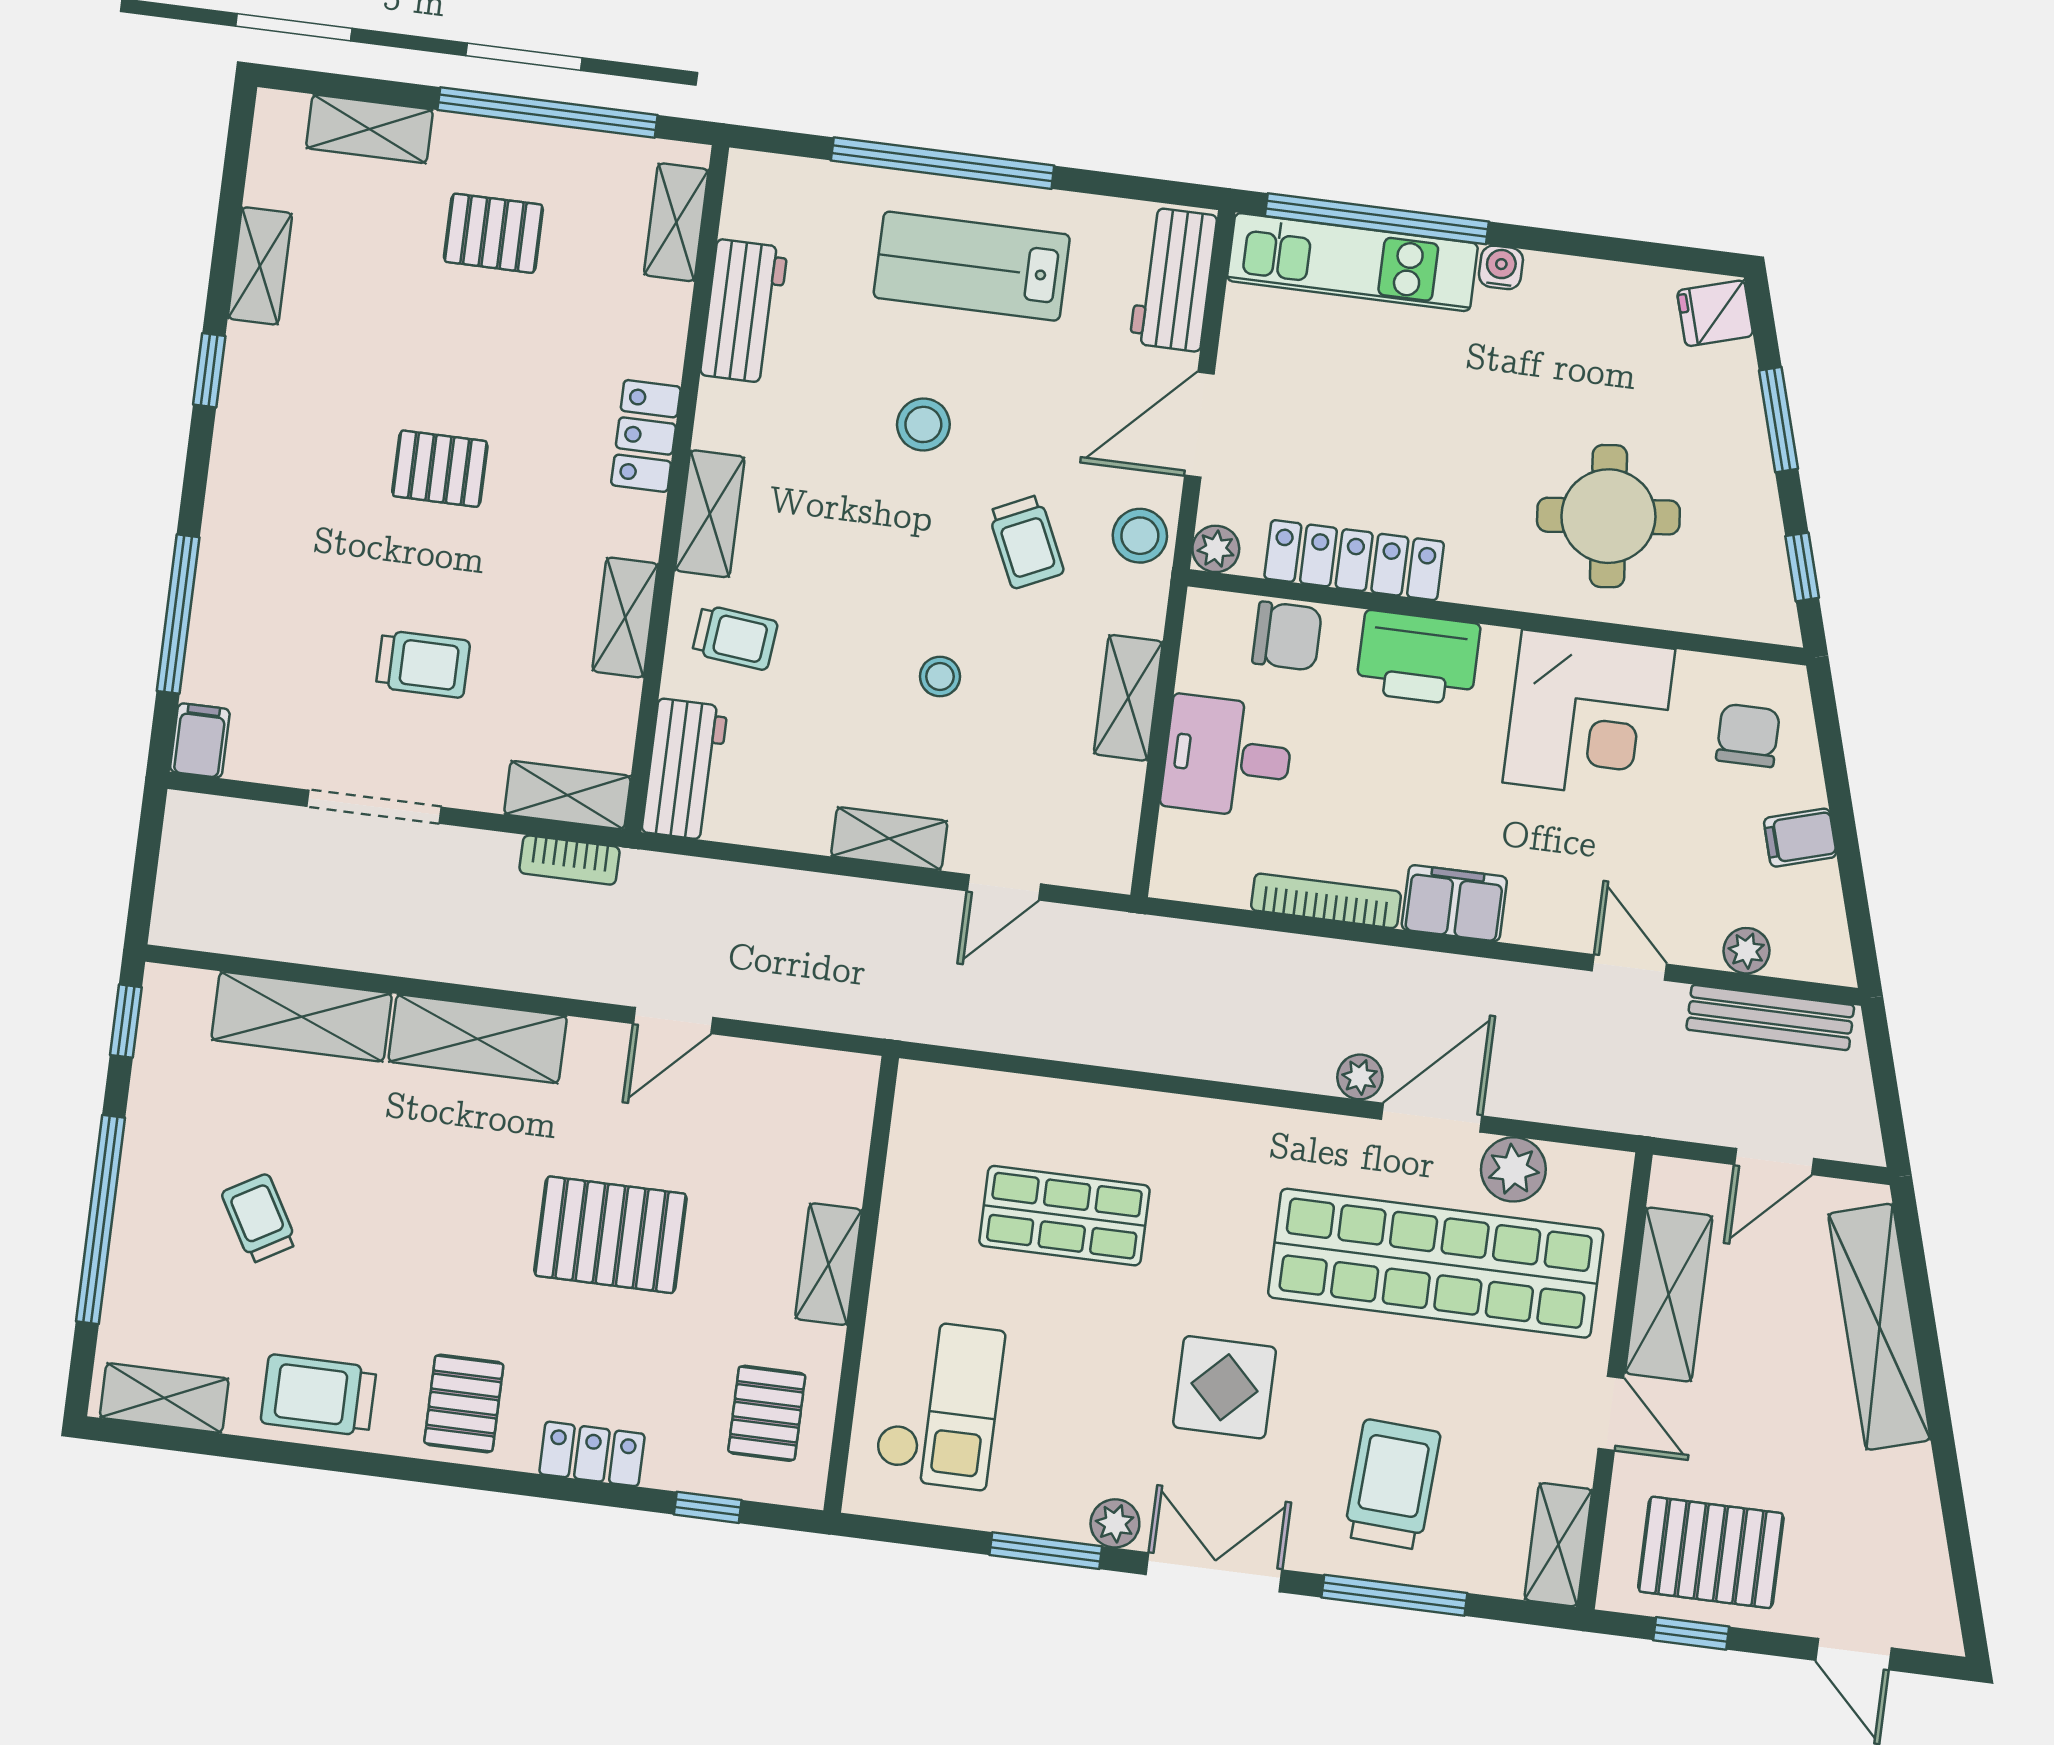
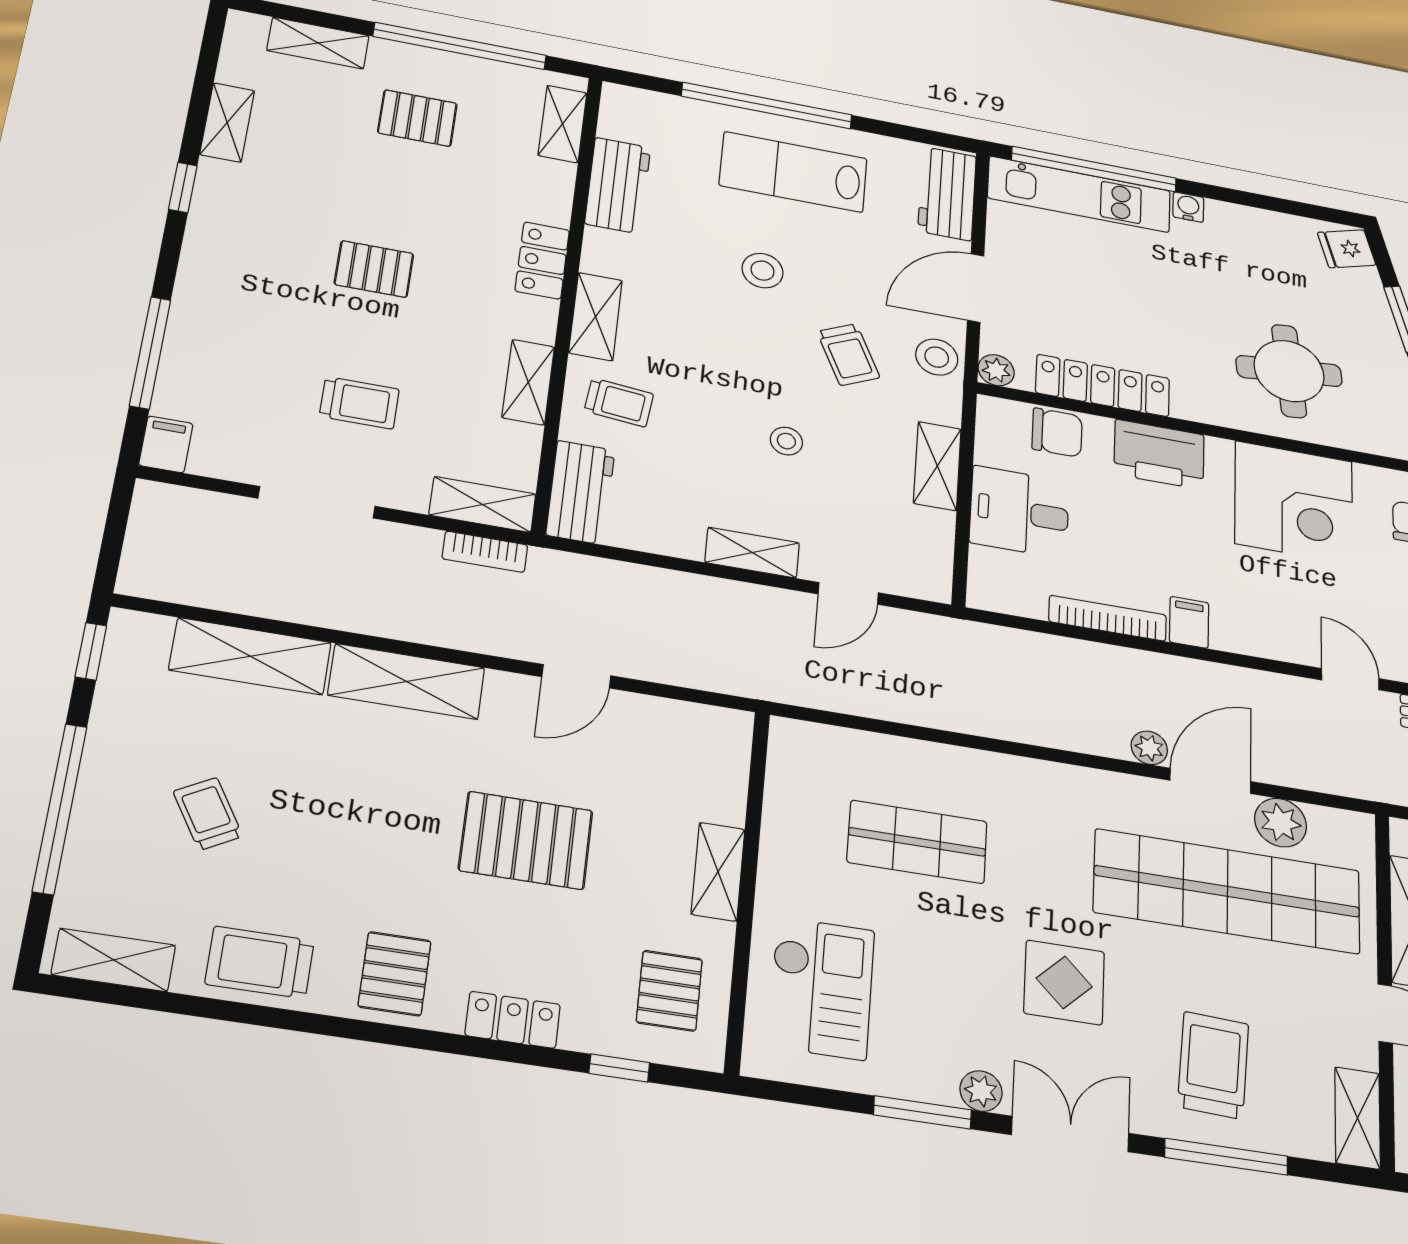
filing cabinet: (1454, 903) -> (1189, 622), width x0.50

